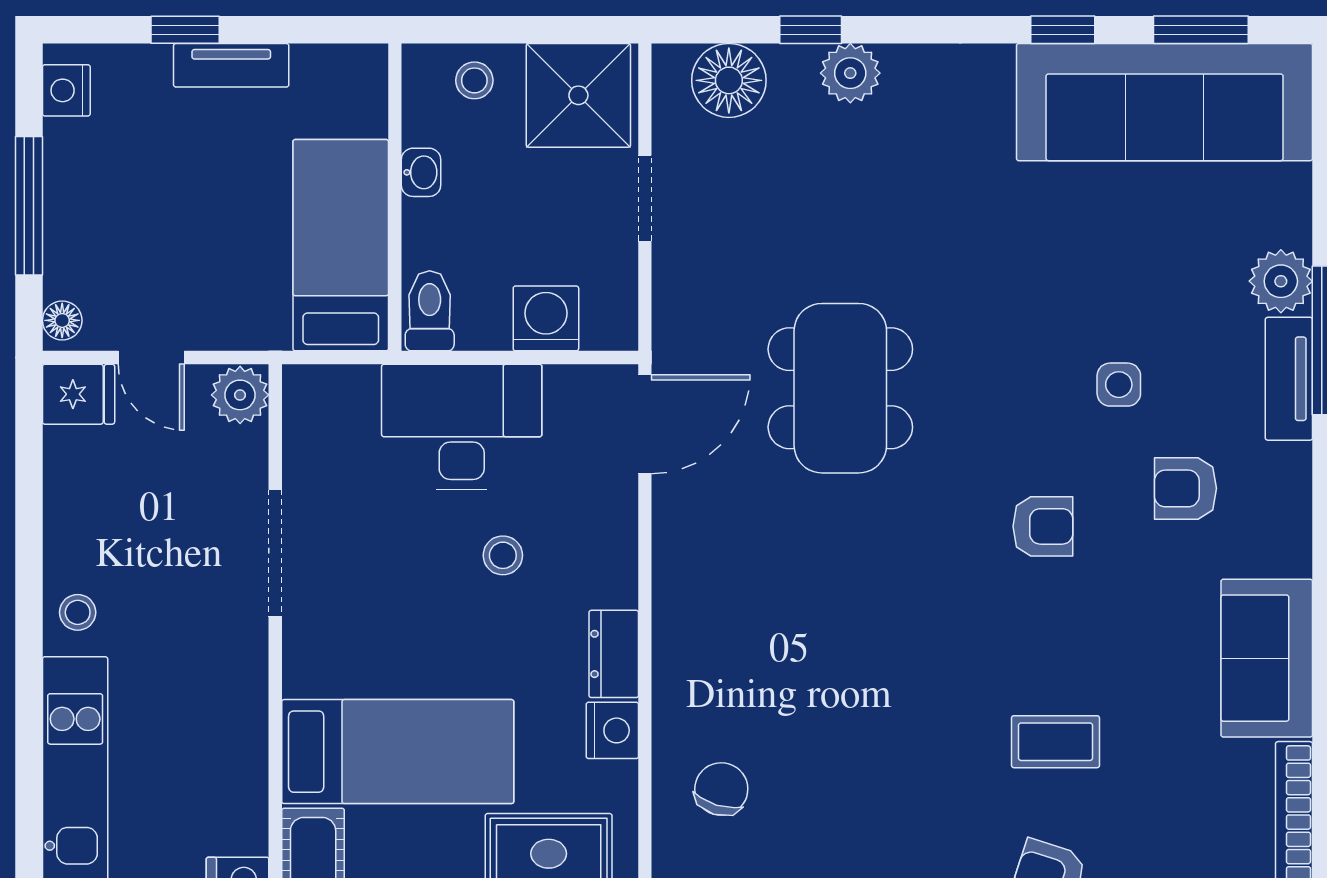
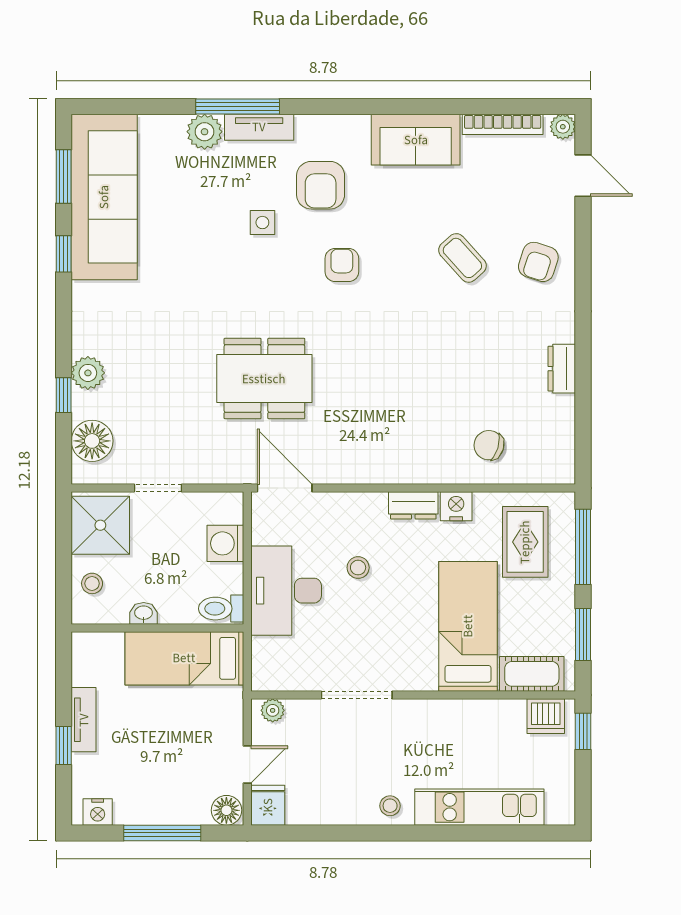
floor lamp: (62, 320) -> (226, 810), width x1.37, depth x1.37
plant: (240, 395) -> (273, 710), width x0.73, depth x0.73
armchair: (1185, 488) -> (321, 185), width x1.38, depth x1.38
coffee table: (1056, 742) -> (462, 258), turned -42

